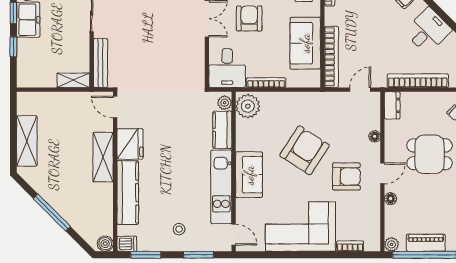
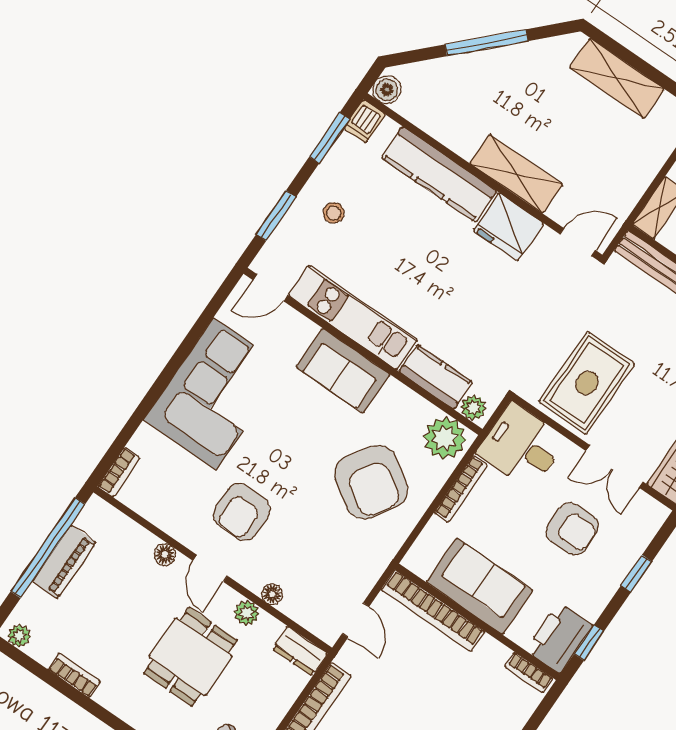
rug: (177, 58) -> (587, 383), added
armchair: (305, 150) -> (371, 482), moved
plant: (392, 244) -> (247, 613), moved
bookcase: (350, 246) -> (119, 472), moved

